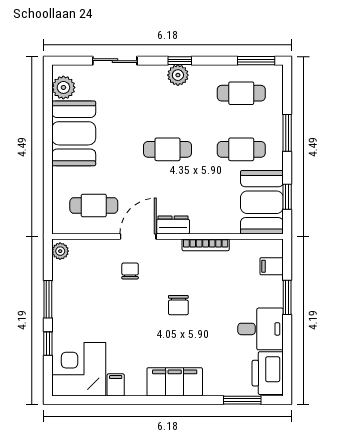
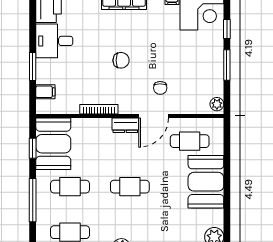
booth: (74, 133) -> (206, 182), moved
window: (287, 133) -> (33, 200), width x1.44
chair: (178, 305) -> (121, 60), turned 90

